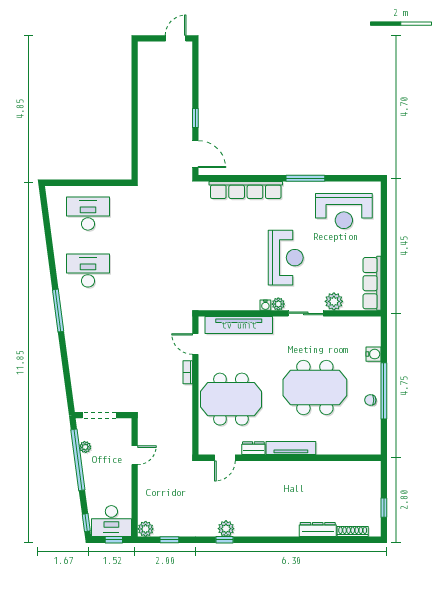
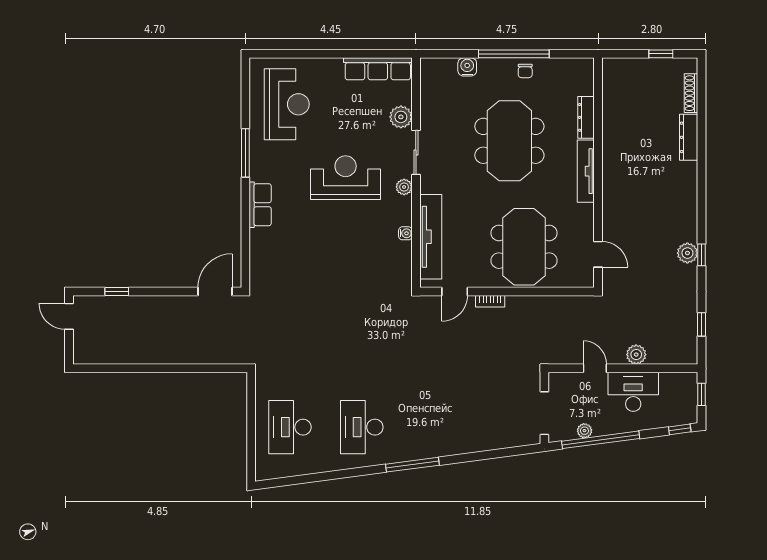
window: (195, 118) -> (117, 292), moved
row of seats: (246, 190) -> (260, 205), width x0.50
water cooler: (265, 305) -> (405, 233), moved
dresser: (253, 448) -> (586, 117), moved, width x1.44
desk: (111, 521) -> (633, 392), moved, turned -90
plant: (146, 529) -> (636, 355), moved

